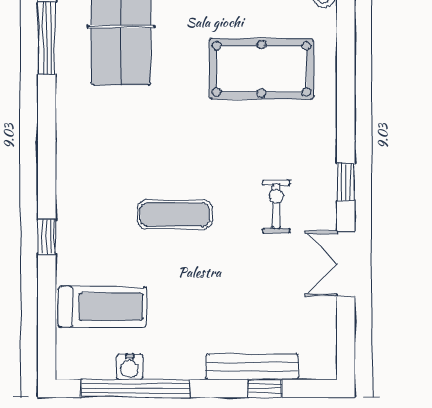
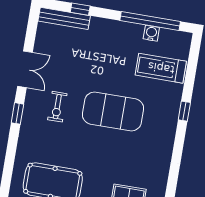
exercise mat: (175, 215) -> (113, 111), width x2.00, depth x1.45
bench: (252, 367) -> (64, 18), moved

